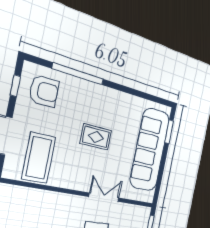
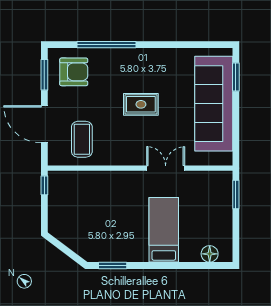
window: (15, 86) -> (44, 75), width x1.50
coffee table: (39, 158) -> (82, 139), width x0.73, depth x0.76

